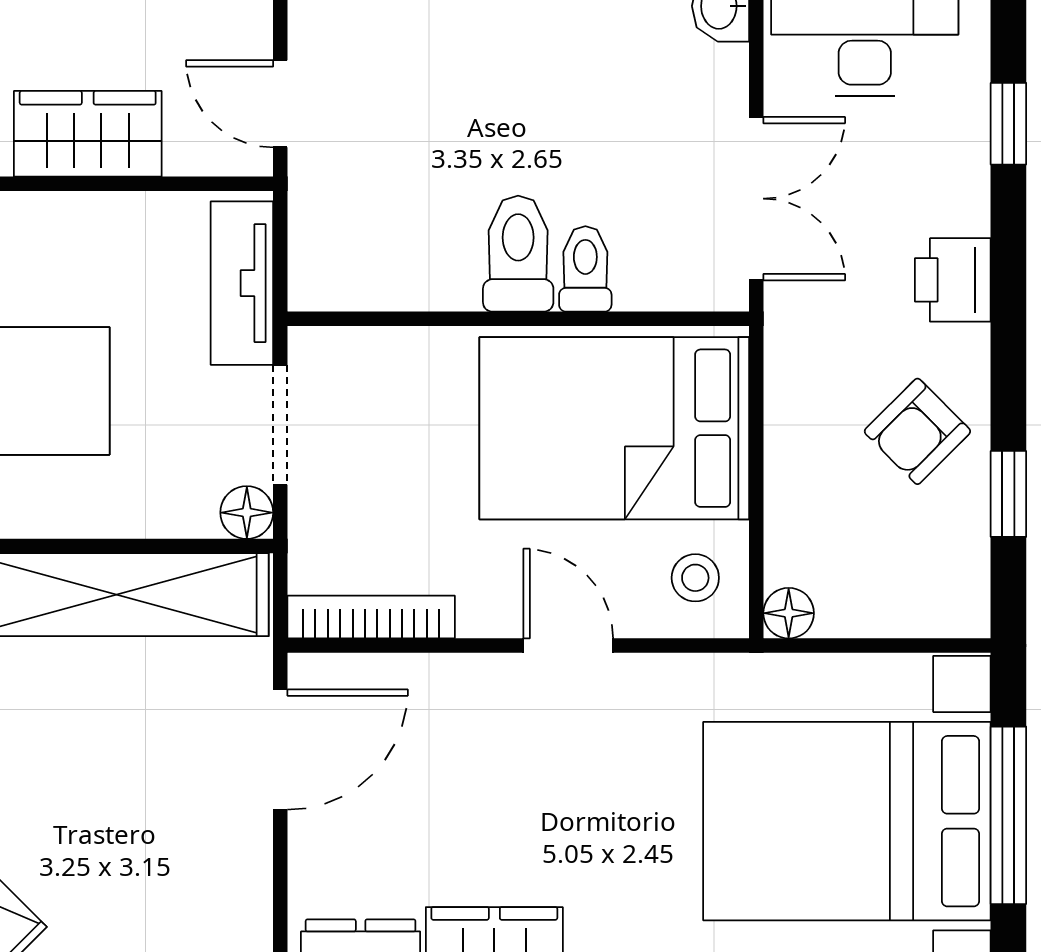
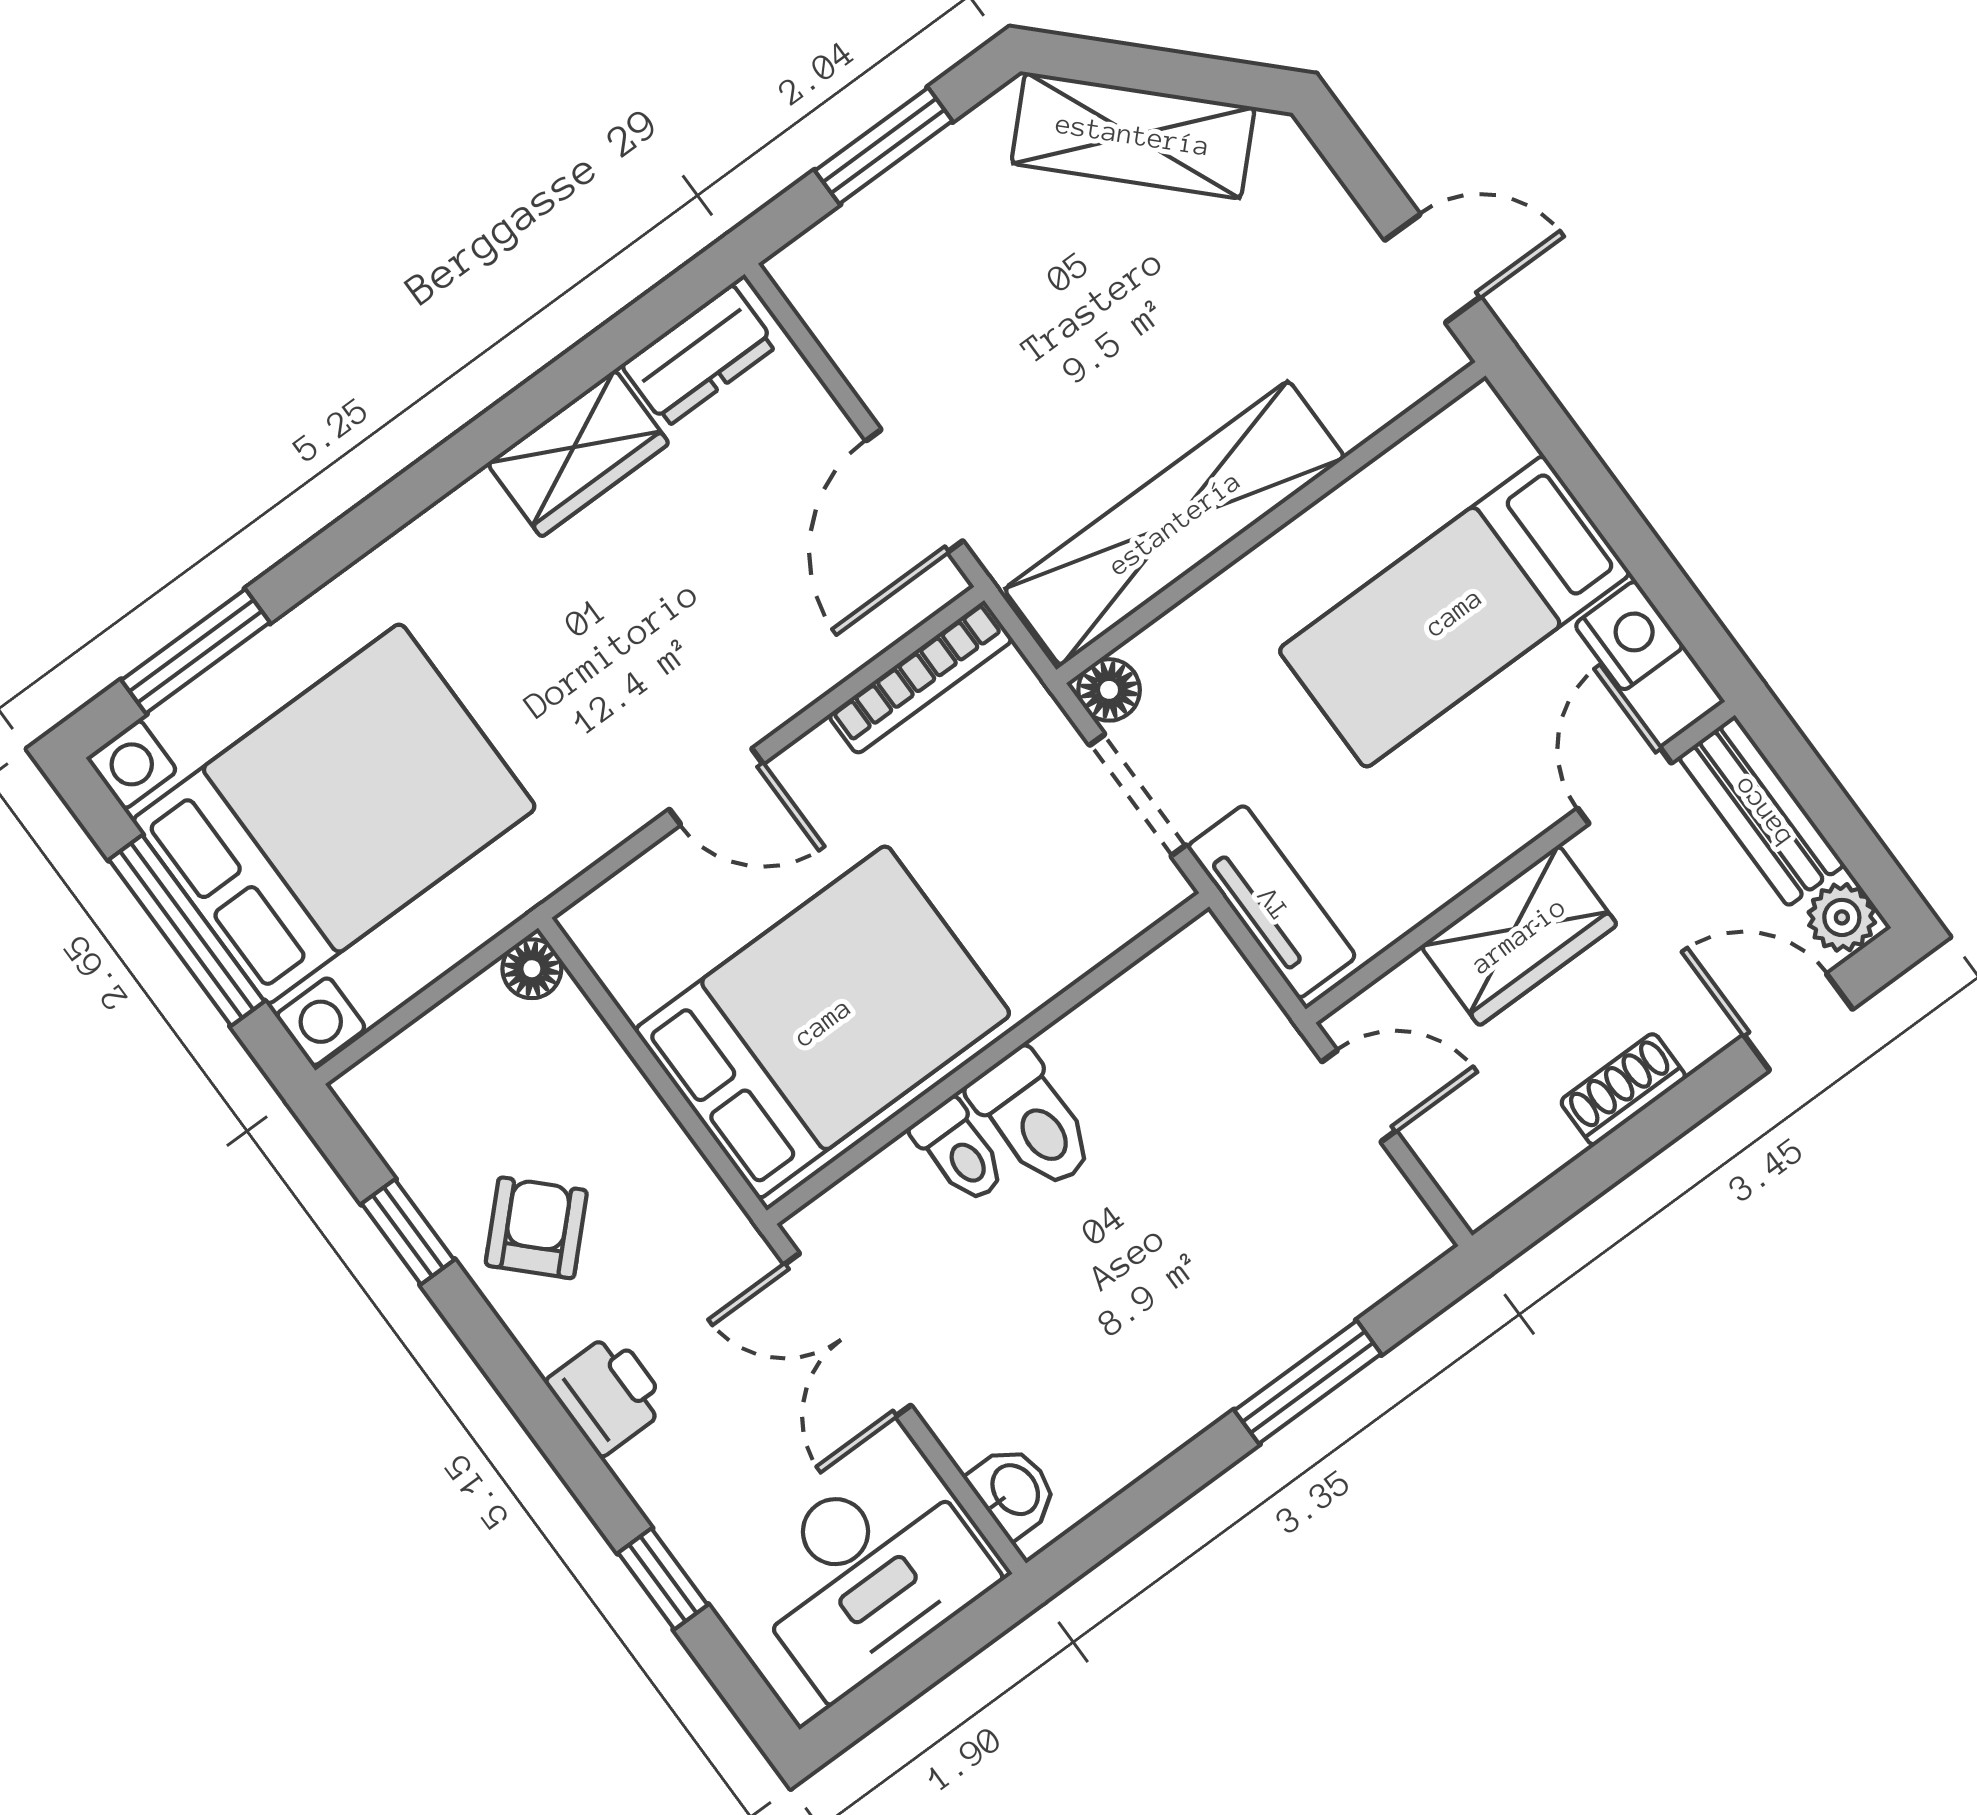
stool: (695, 578) -> (644, 938), removed

